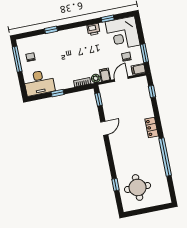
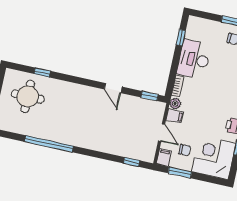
desk: (39, 83) -> (194, 59), moved
window: (58, 93) -> (181, 38), moved
locker: (152, 127) -> (90, 143), removed

